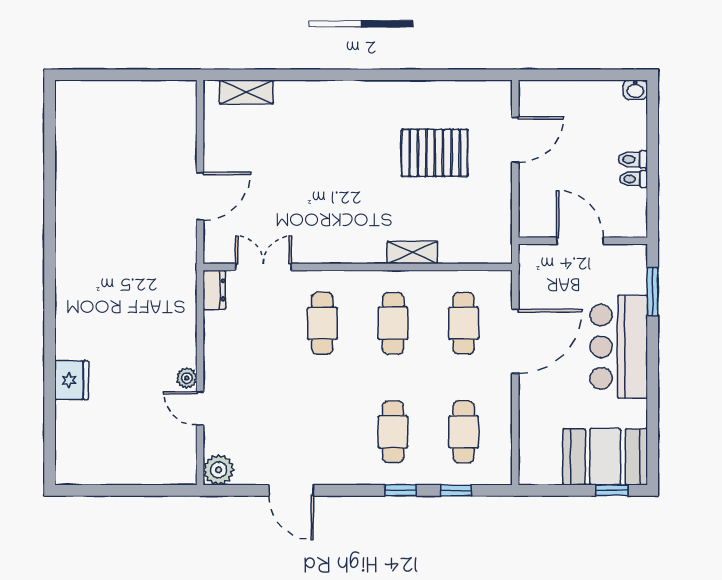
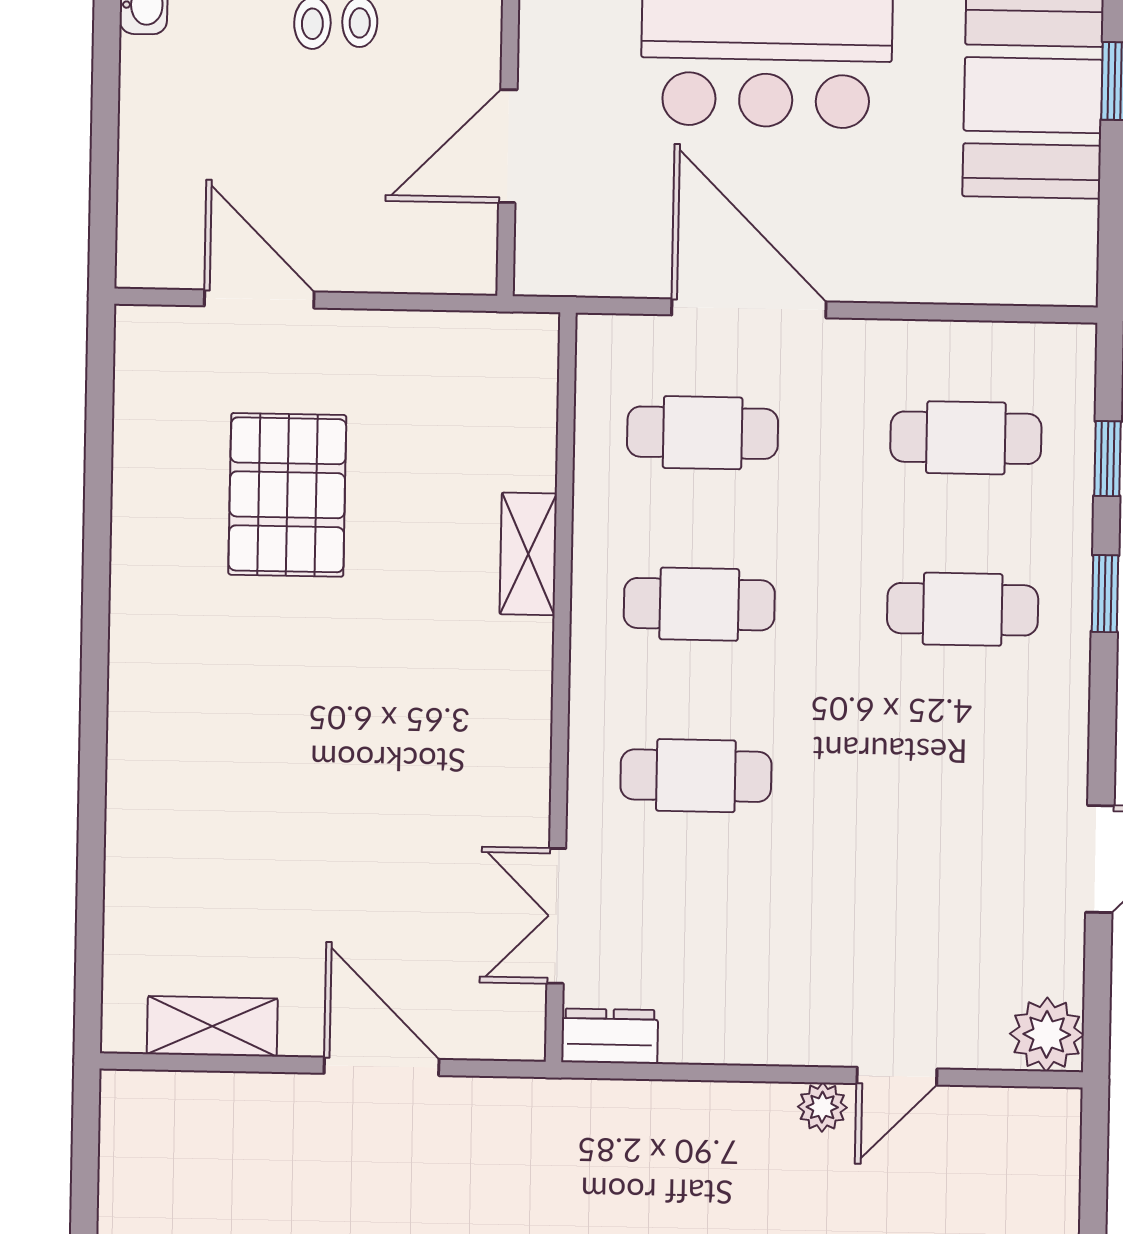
shelving: (246, 92) -> (212, 1026), moved, turned 90

